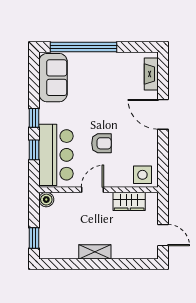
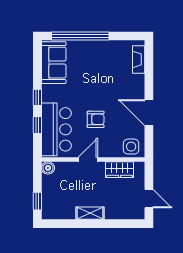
door: (163, 114) -> (149, 113), moved

